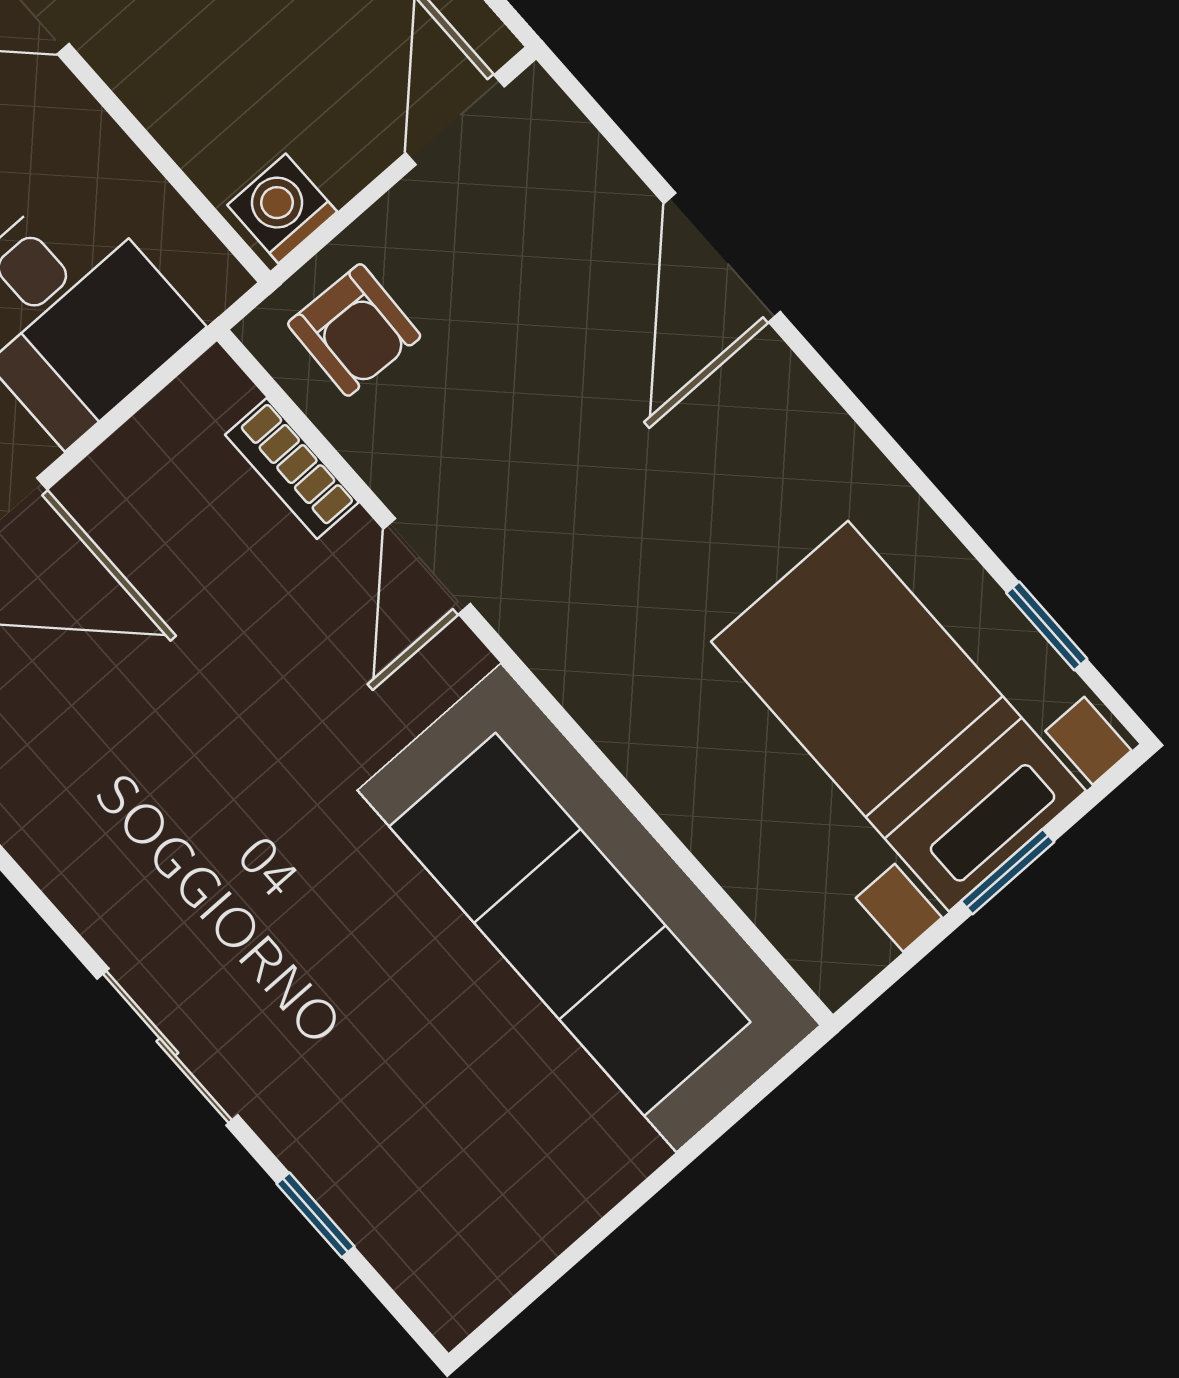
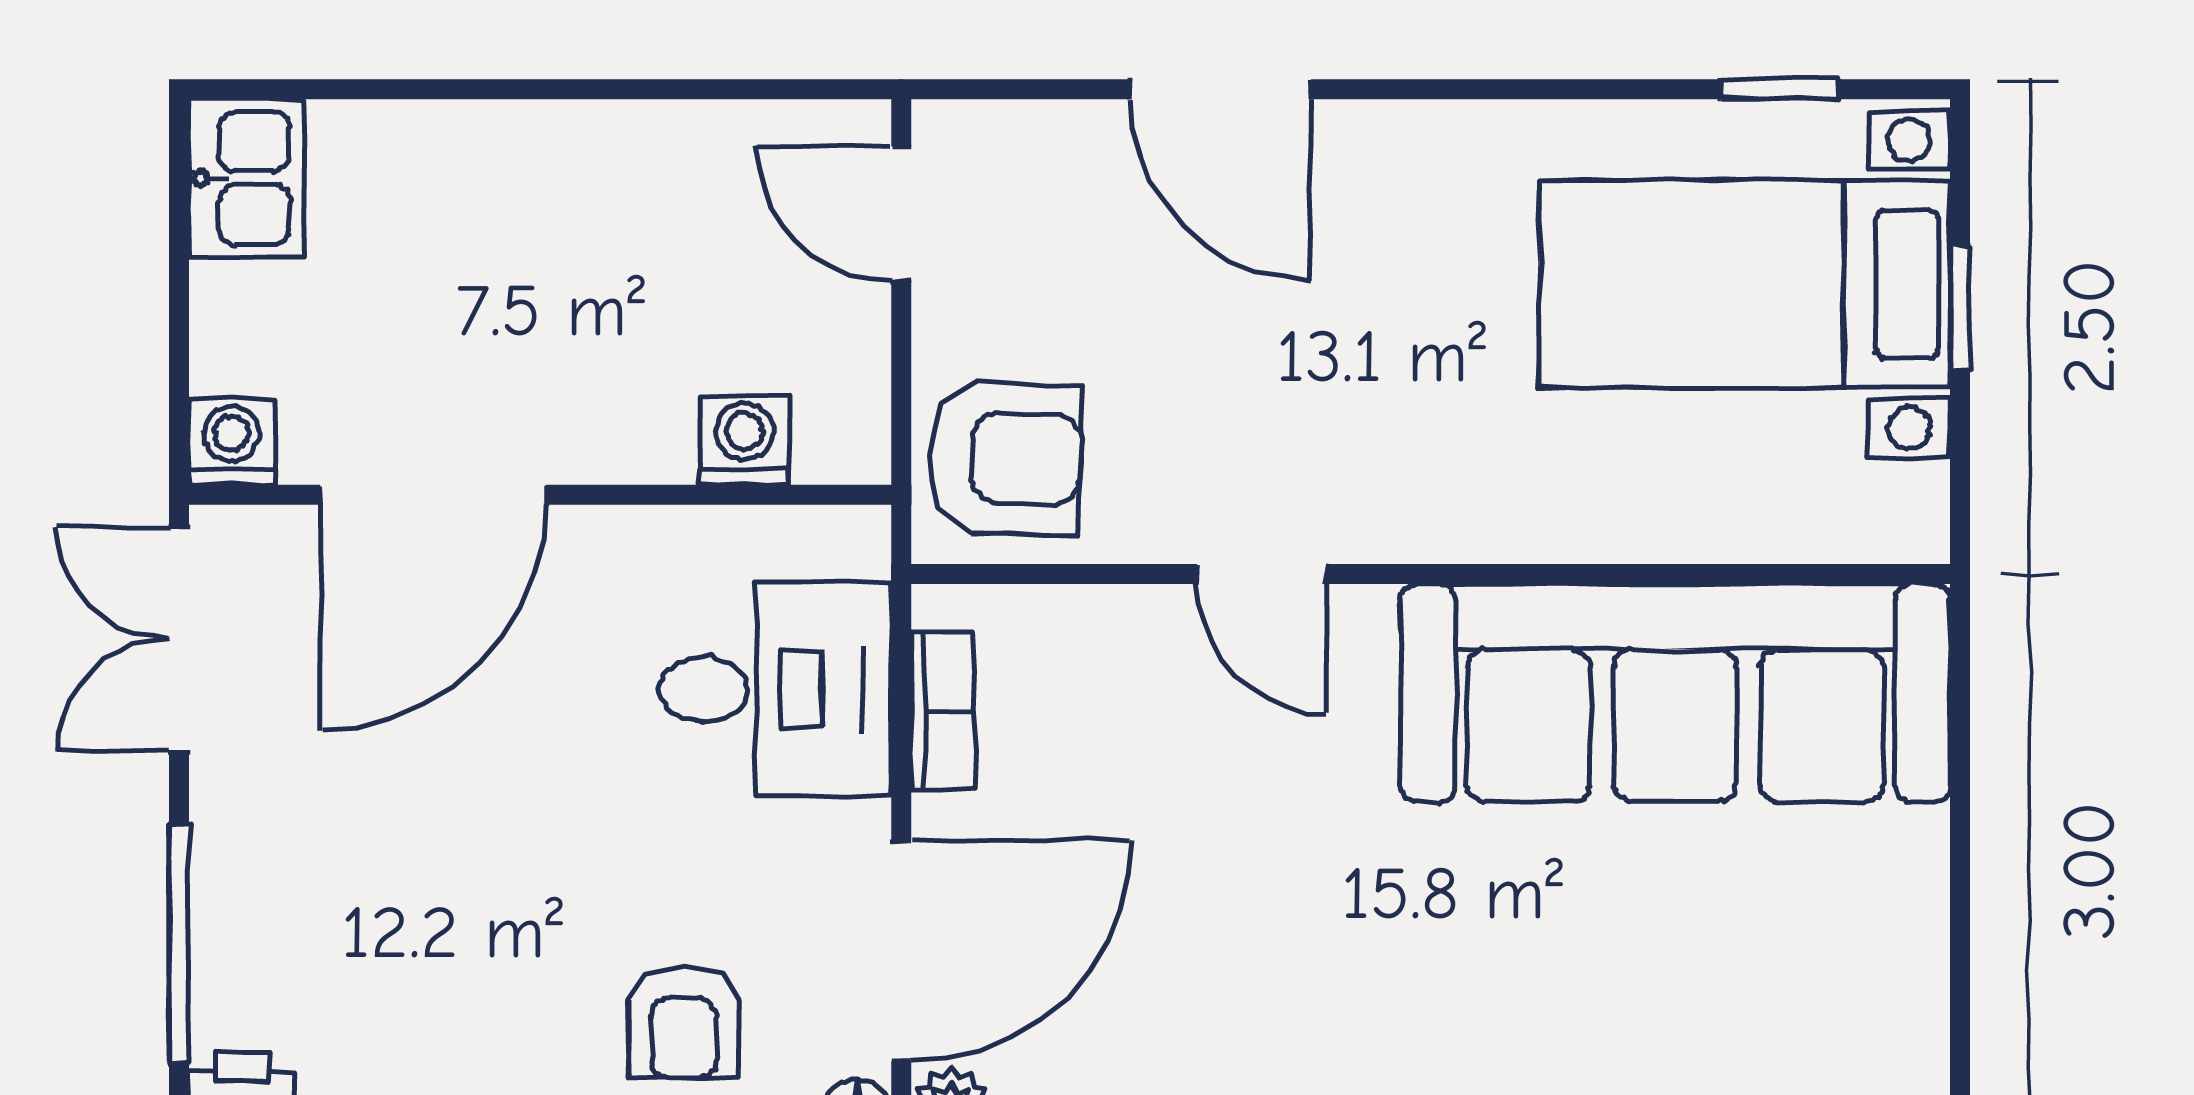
washing machine: (282, 208) -> (745, 440), moved, turned 90
armchair: (354, 330) -> (1005, 458), width x1.38, depth x1.38
bookcase: (292, 468) -> (943, 711), moved, turned -90

